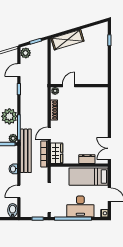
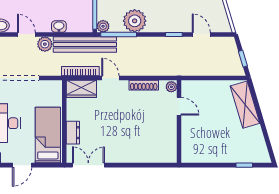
plant: (26, 53) -> (45, 44), moved

